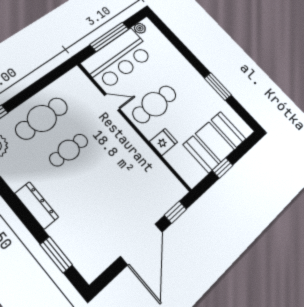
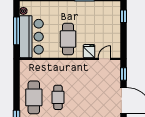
door: (112, 102) -> (104, 59), moved
booth: (215, 142) -> (109, 26), removed
window: (223, 168) -> (123, 16), moved

